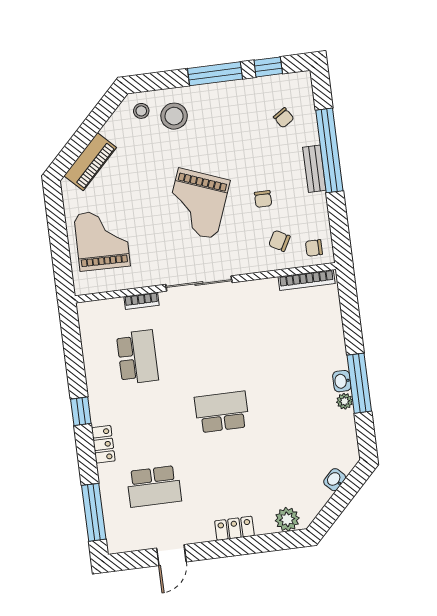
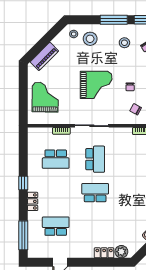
stool: (241, 115) -> (124, 43), added
grand piano: (197, 204) -> (96, 85), turned -111
school desk: (214, 347) -> (95, 159), added
school desk: (137, 357) -> (56, 159), turned 90
school desk: (154, 486) -> (56, 226), turned 180
locker: (234, 528) -> (104, 253), moved

